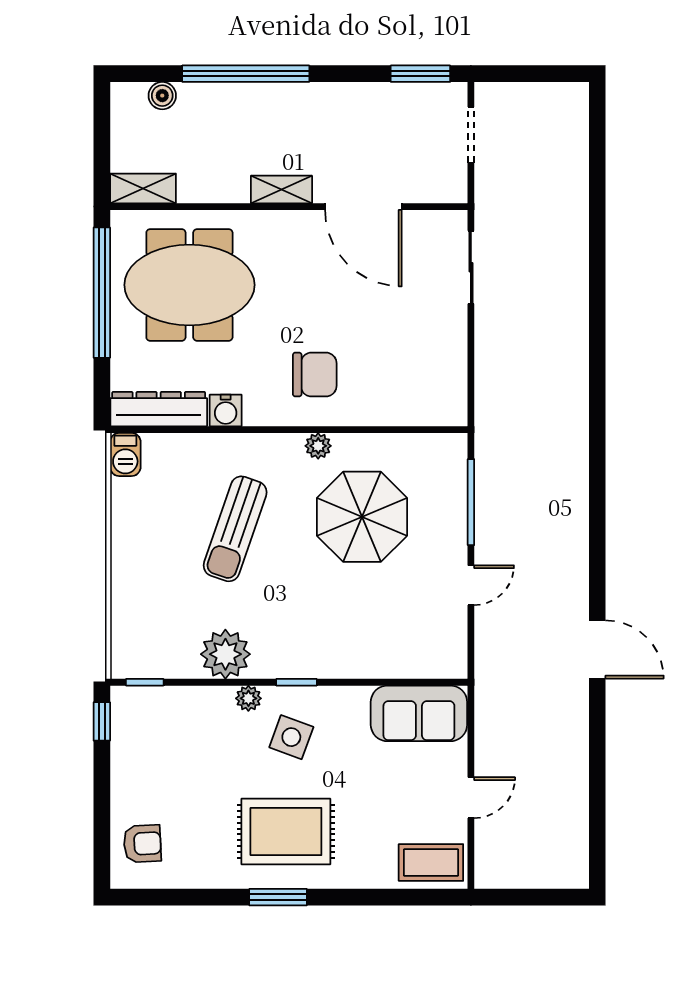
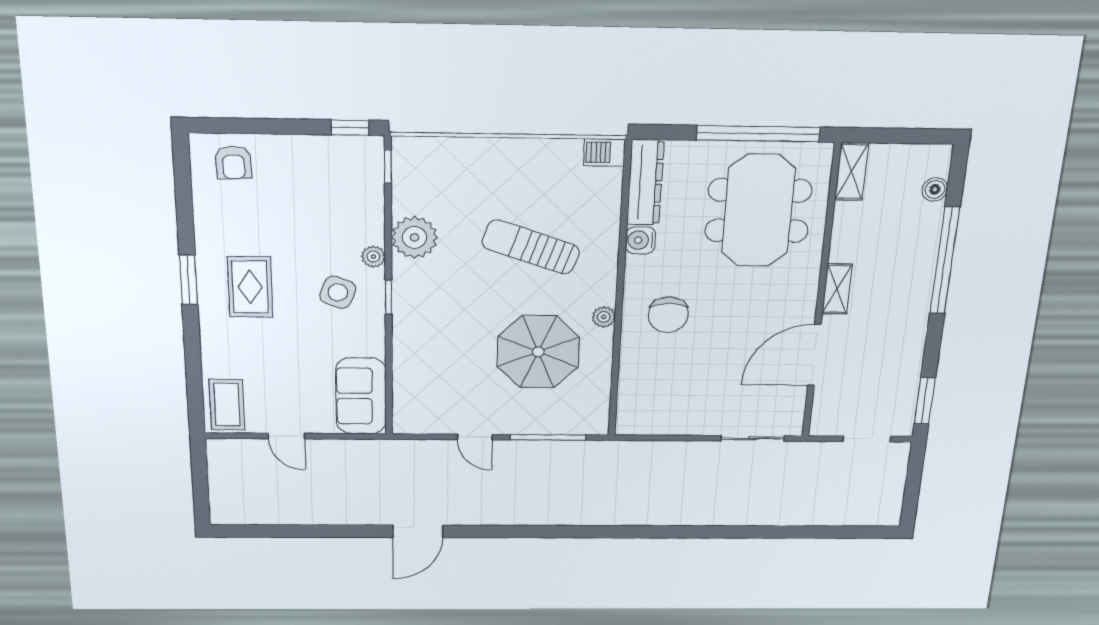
rug: (286, 831) -> (250, 287), width x0.73, depth x0.70

